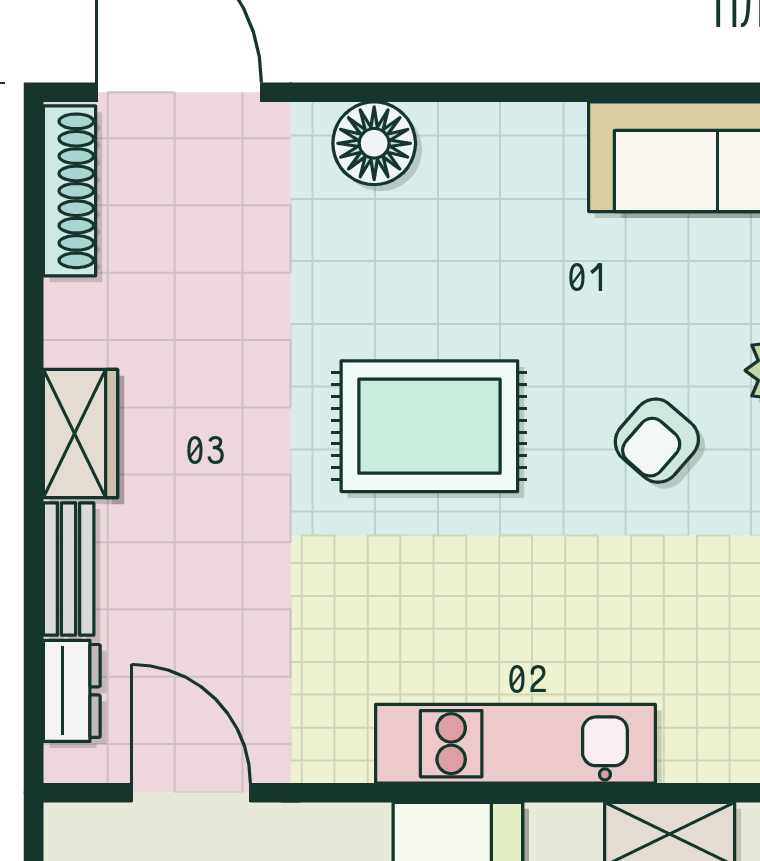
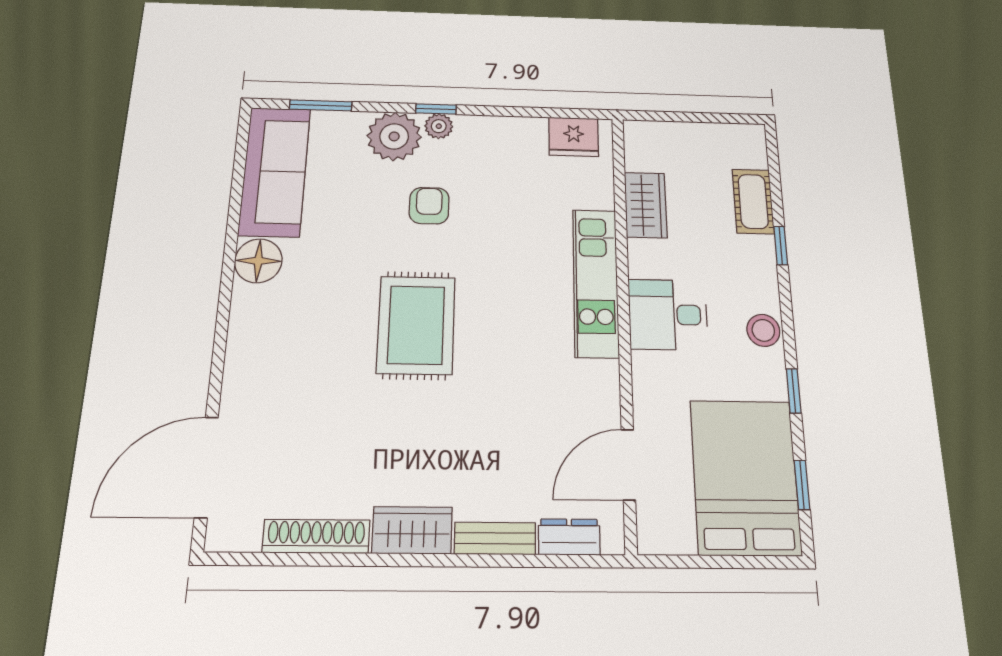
floor lamp: (374, 143) -> (258, 261), moved
shoe rack: (69, 191) -> (316, 536), moved
armchair: (657, 441) -> (429, 206), turned -131

